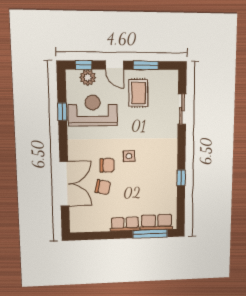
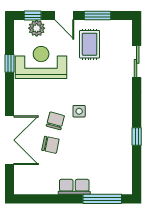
chair: (107, 165) -> (55, 121), turned -75
row of seats: (157, 222) -> (109, 186), removed

